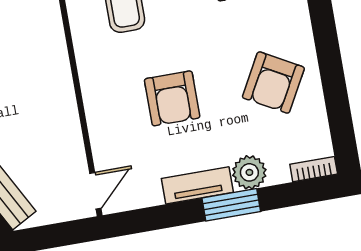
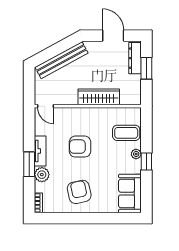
wardrobe: (54, 76) -> (99, 97), added
armchair: (273, 83) -> (79, 192), turned 49

